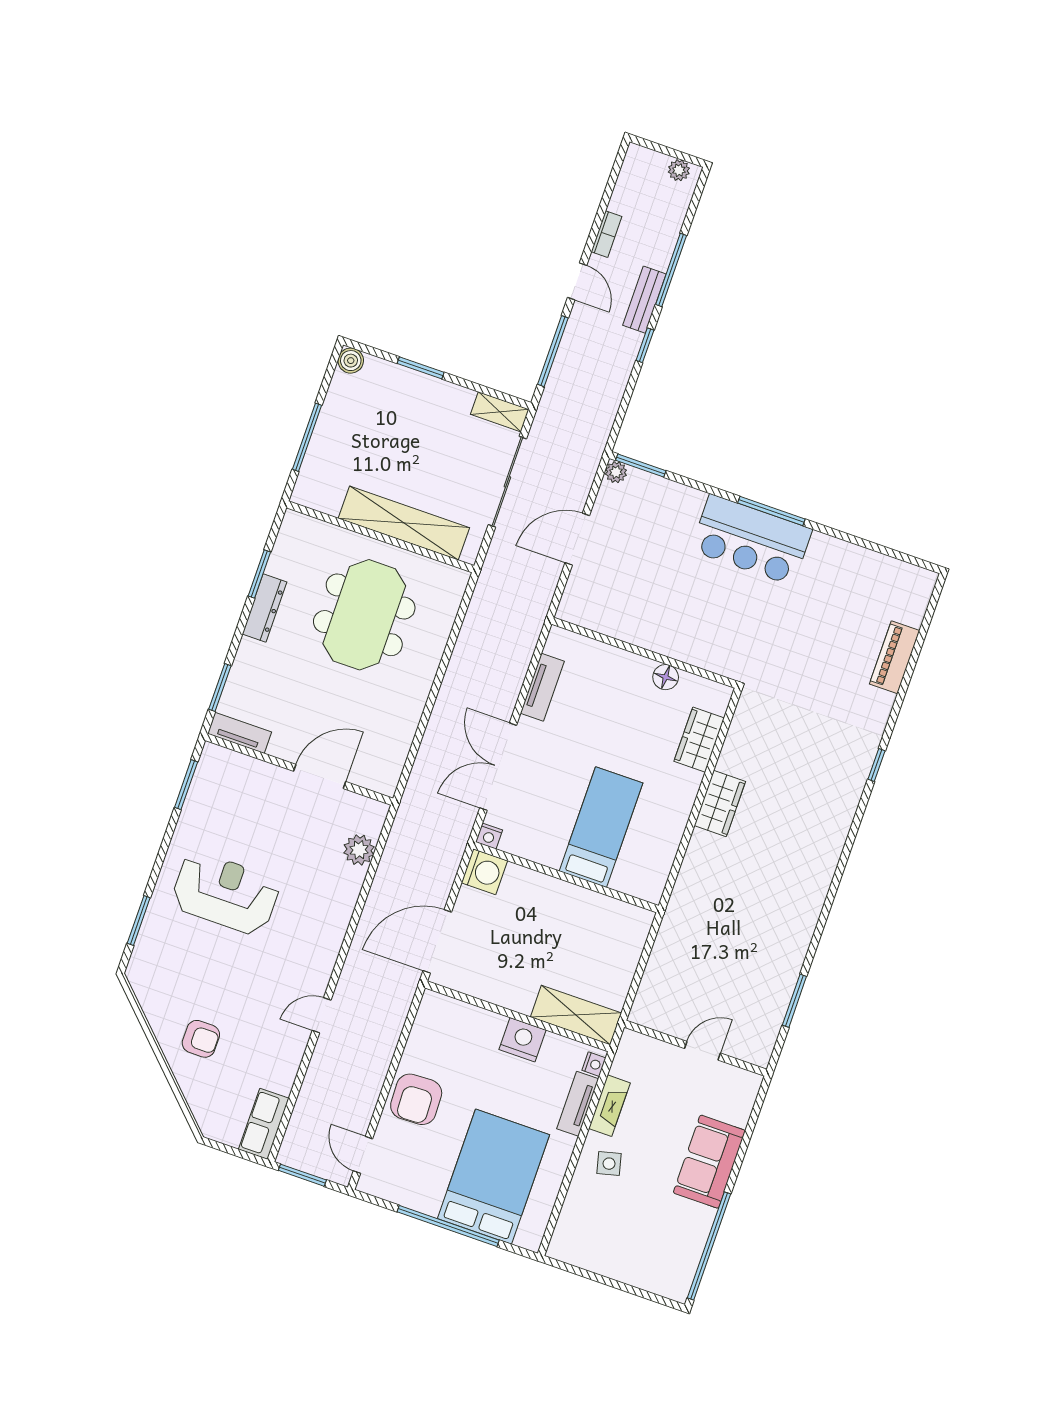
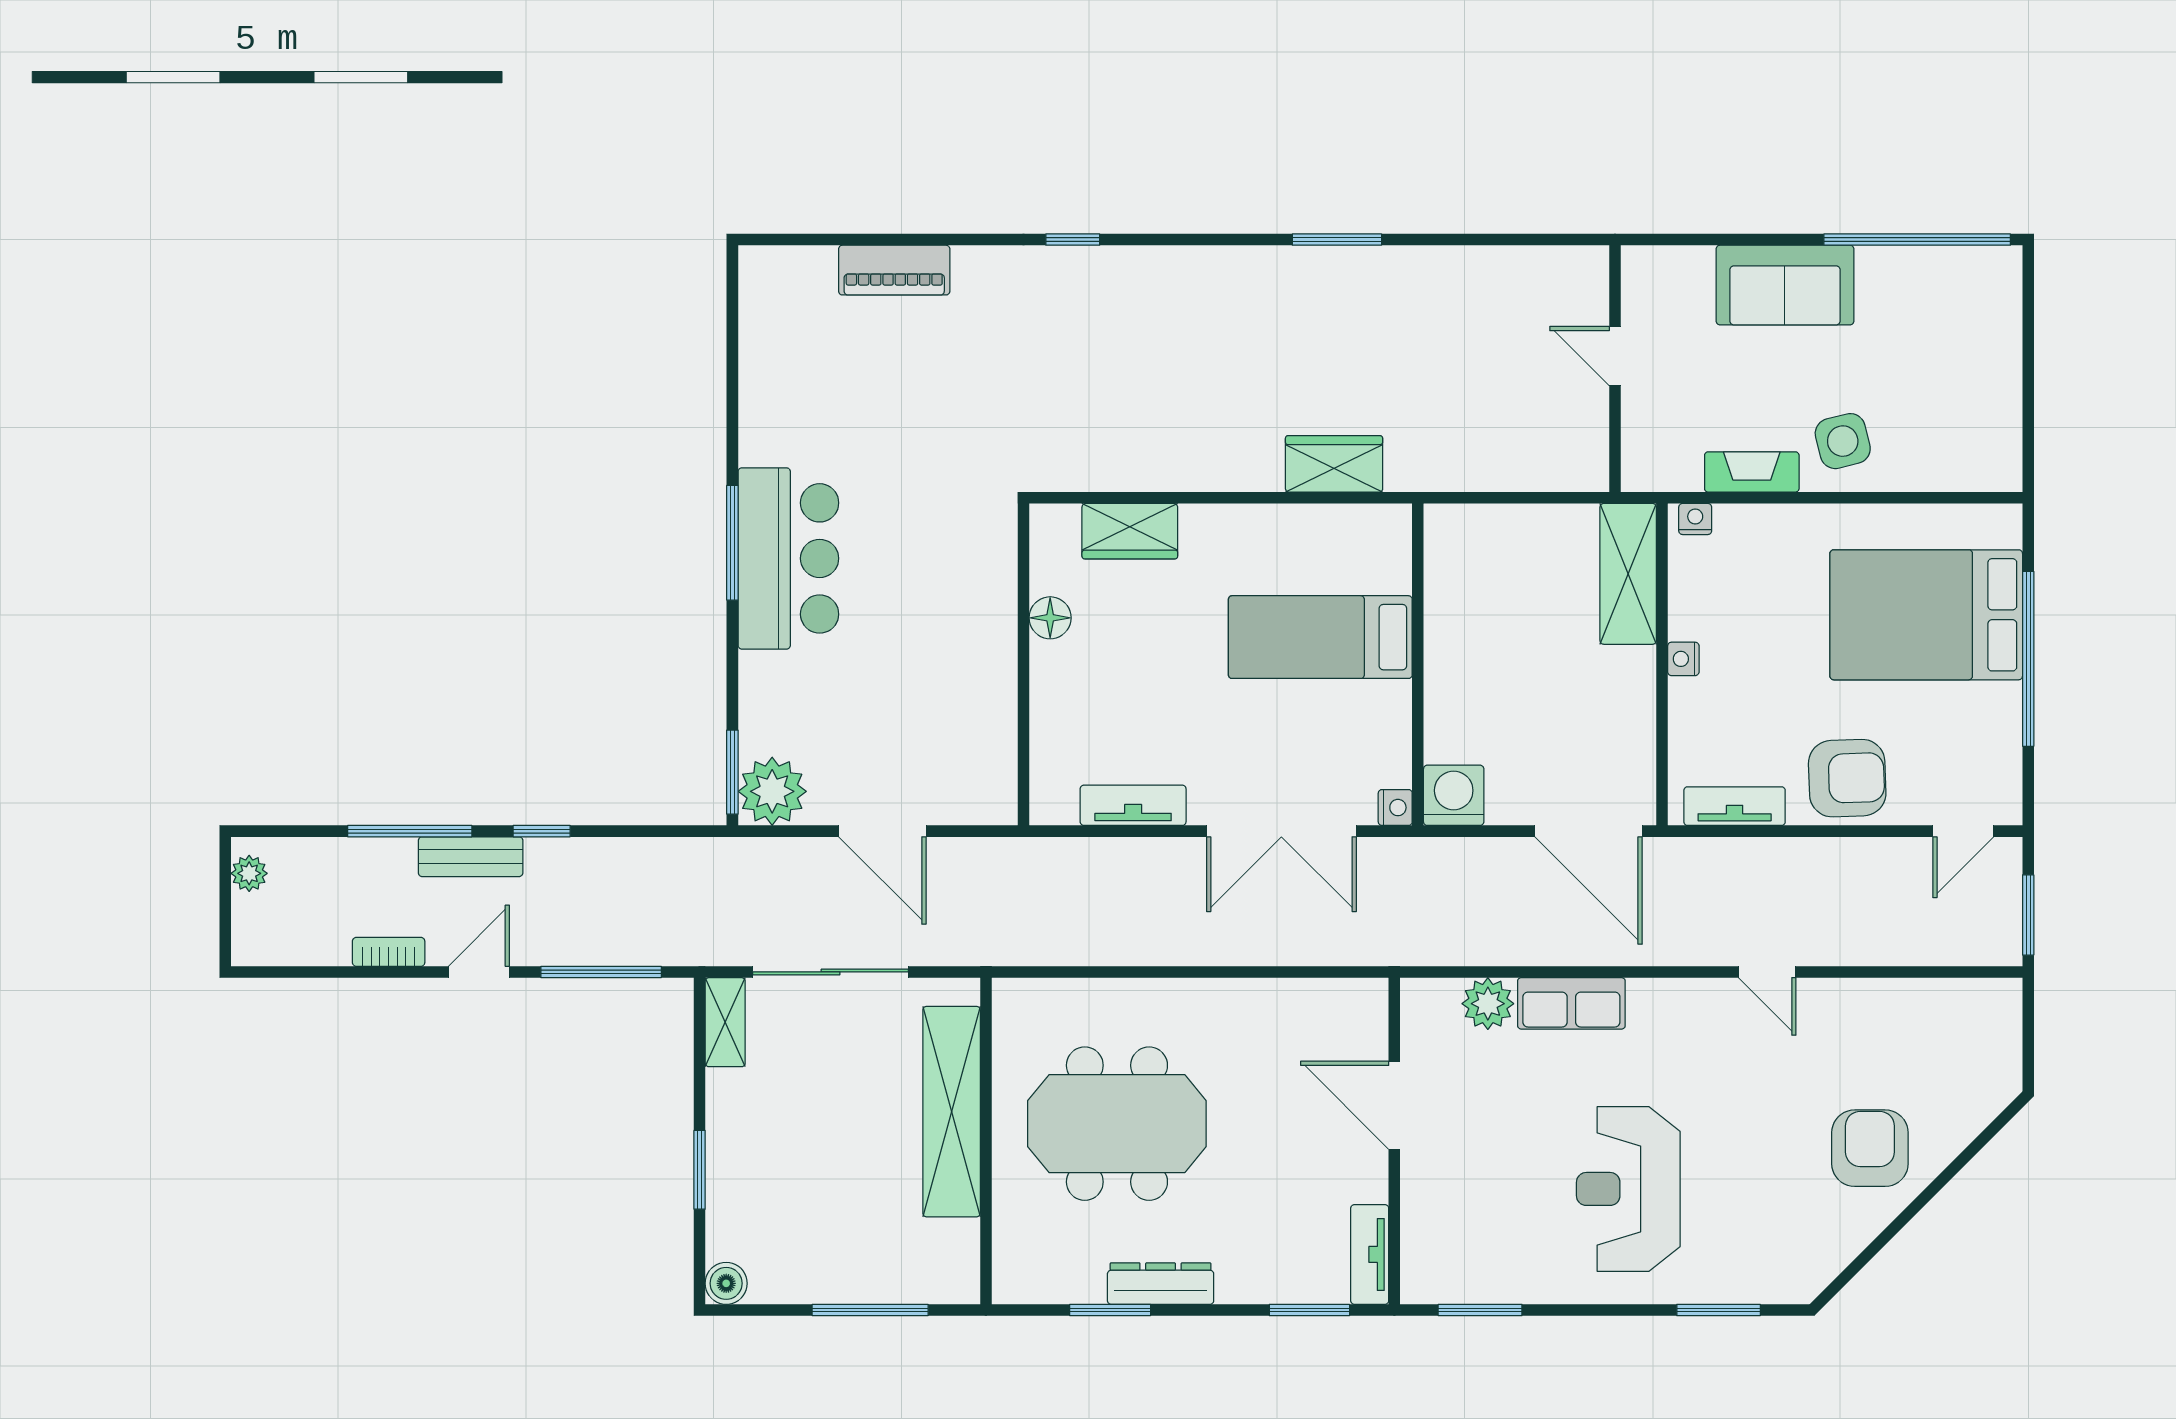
plant: (616, 472) -> (772, 791), width x1.88, depth x1.88
wardrobe: (720, 804) -> (1334, 464), moved
window: (794, 1001) -> (1337, 240), moved
armchair: (201, 1039) -> (1870, 1148), width x1.38, depth x1.38
nightstand: (523, 1040) -> (1683, 659), width x0.53, depth x0.56
tv unit: (578, 1104) -> (1735, 806), moved, turned 180
row of seats: (264, 1124) -> (1571, 1003), moved
side table: (609, 1164) -> (1843, 441), width x1.37, depth x1.37

